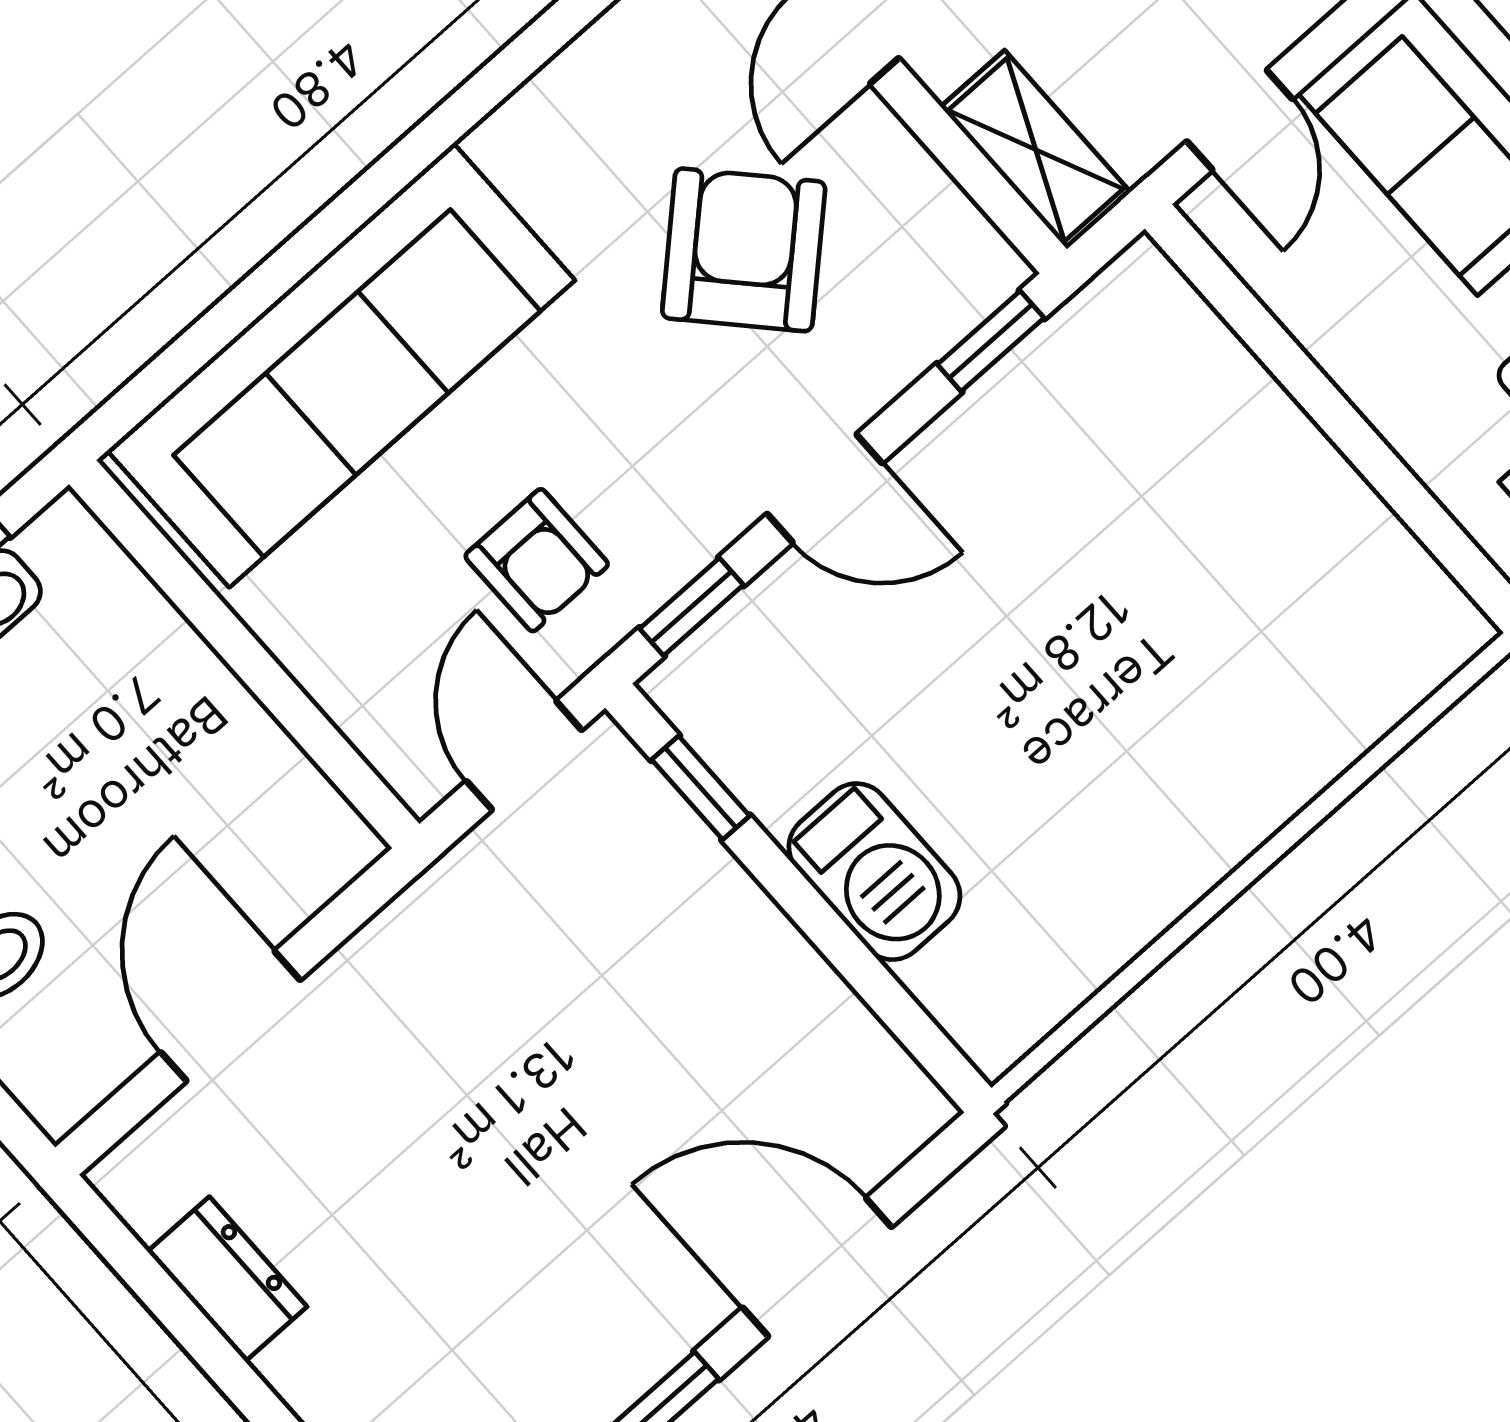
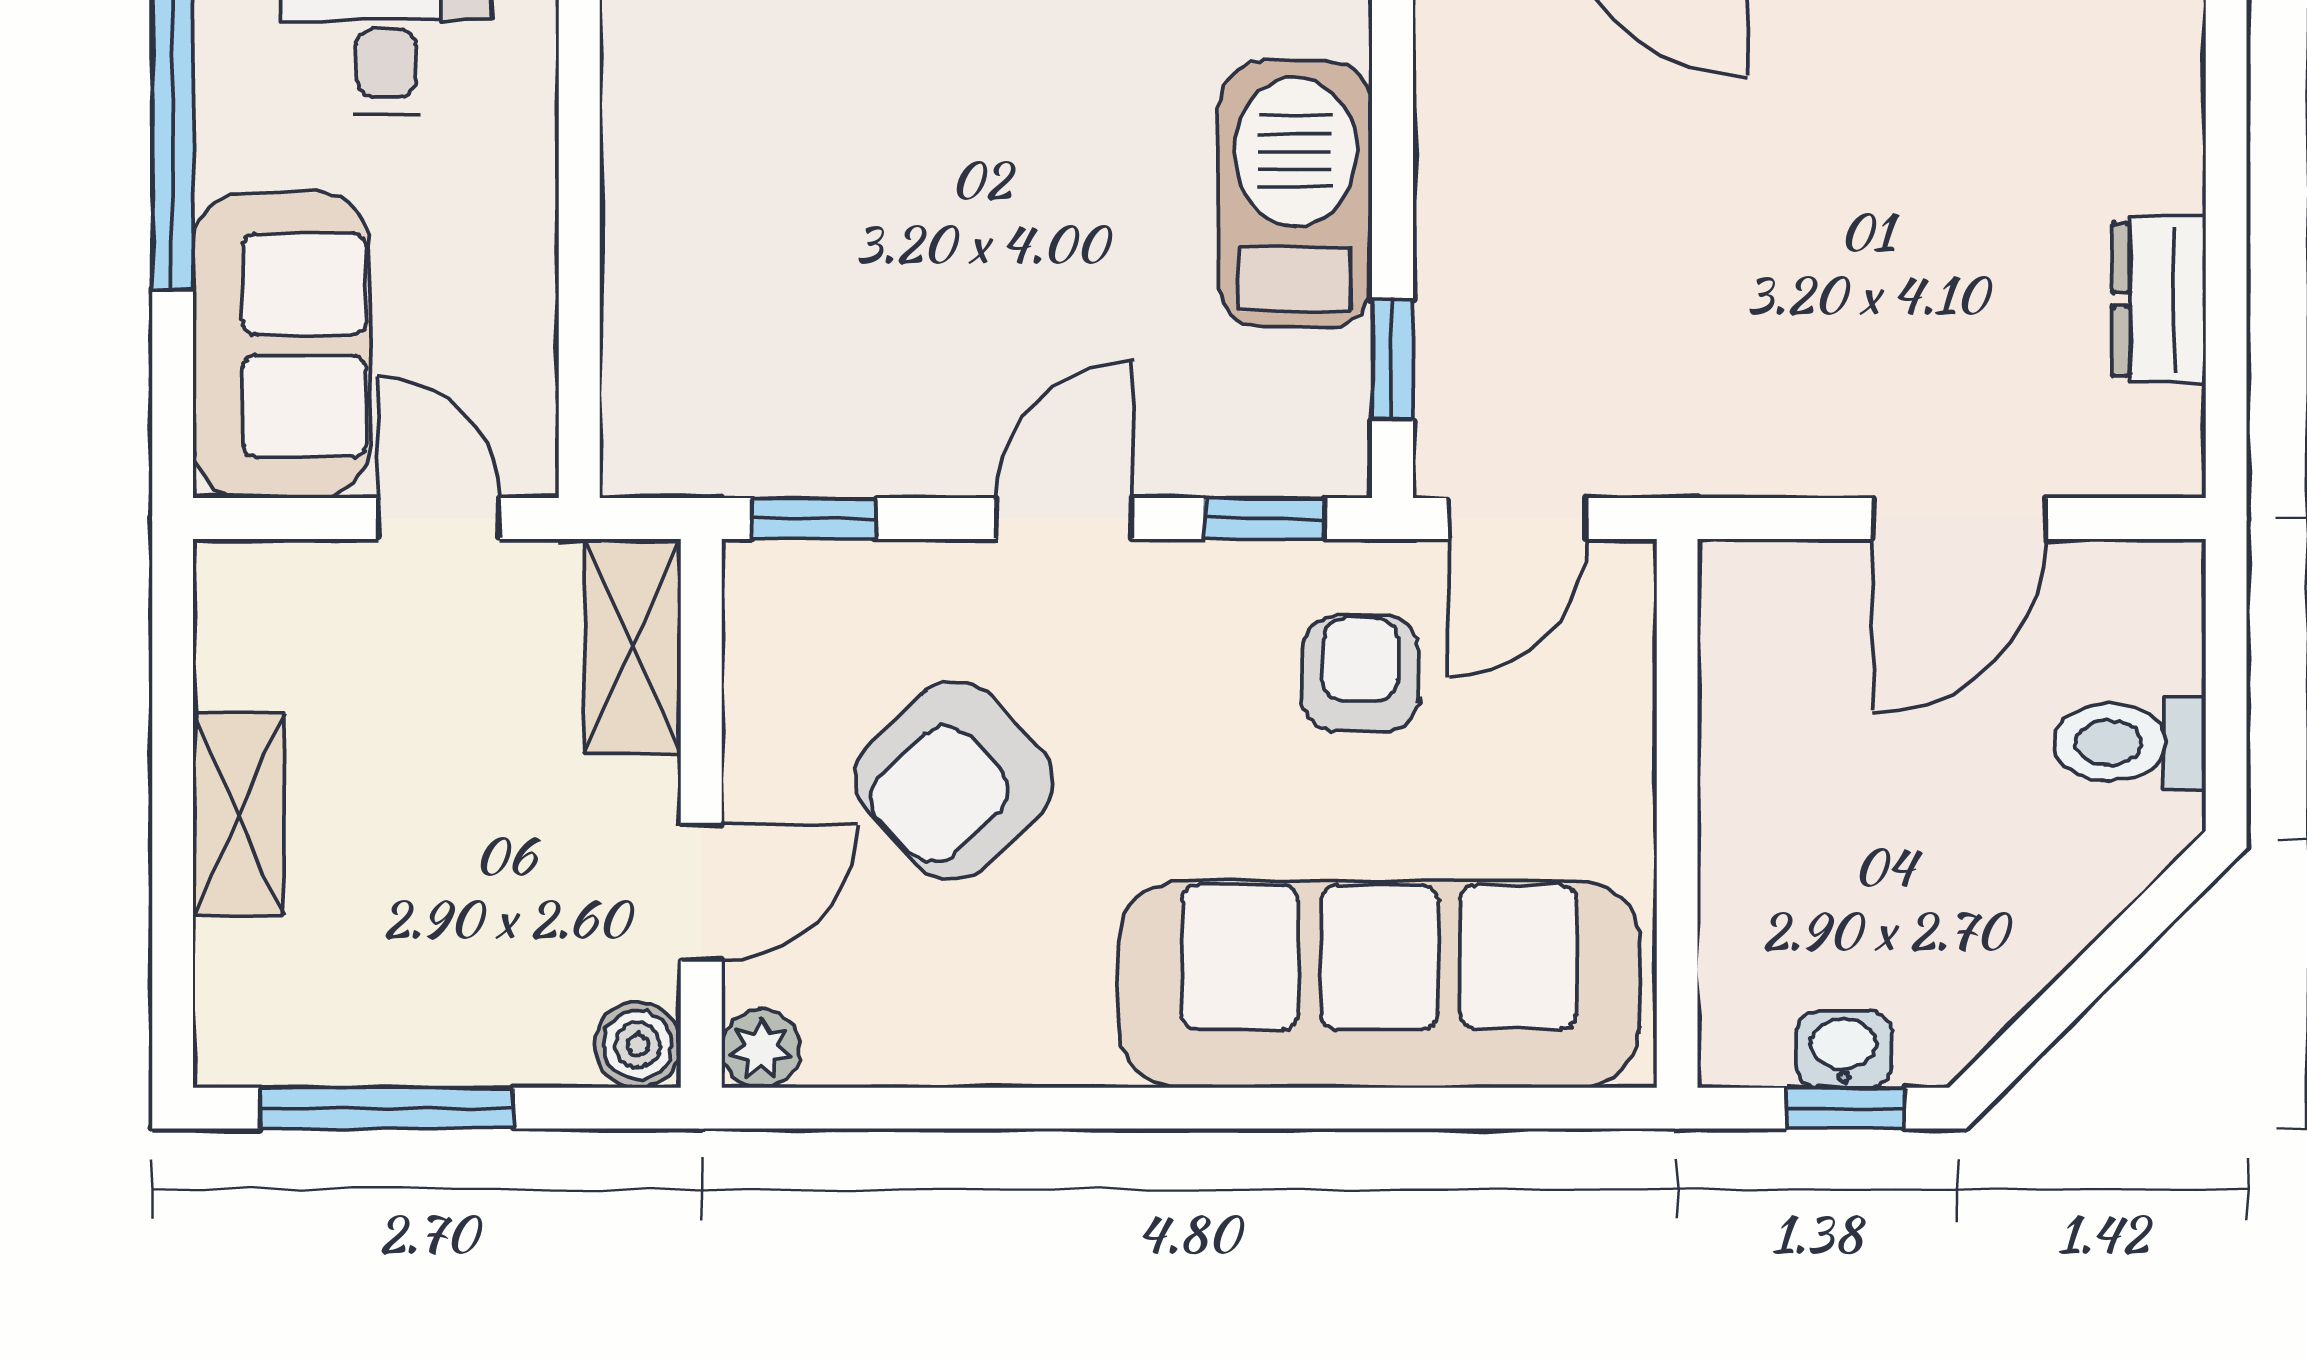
door: (1240, 120) -> (439, 519), hinge flipped
door: (825, 489) -> (1064, 519), hinge flipped
barbecue: (874, 872) -> (1295, 194), width x1.37, depth x1.21

